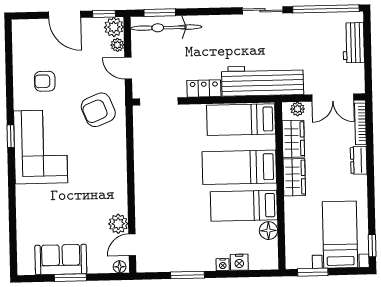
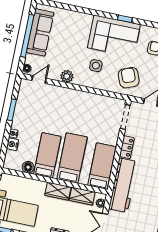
side table: (91, 164) -> (96, 66), added
plant: (118, 224) -> (67, 76), moved
door: (132, 245) -> (39, 79), hinge flipped
sofa: (61, 259) -> (40, 32), width x1.36
window: (70, 278) -> (27, 36), width x2.11

